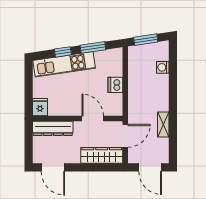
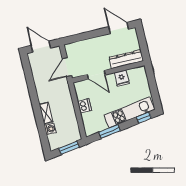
window: (63, 52) -> (144, 118), moved
fridge: (40, 107) -> (122, 78), moved
shelving: (163, 124) -> (46, 113), moved
wardrobe: (102, 155) -> (82, 47), removed

